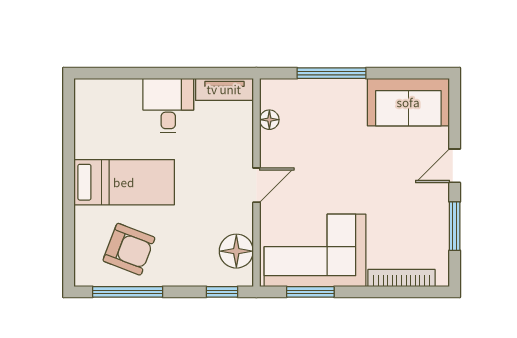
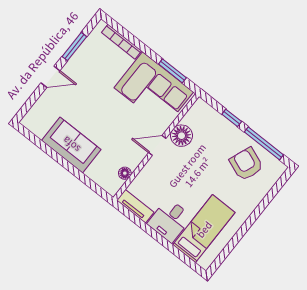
window: (332, 73) -> (75, 172), removed
sofa: (408, 102) -> (71, 145), moved
bed: (124, 182) -> (204, 229), moved, turned 90
floor lamp: (236, 251) -> (181, 136), moved
window: (222, 292) -> (232, 118), moved

